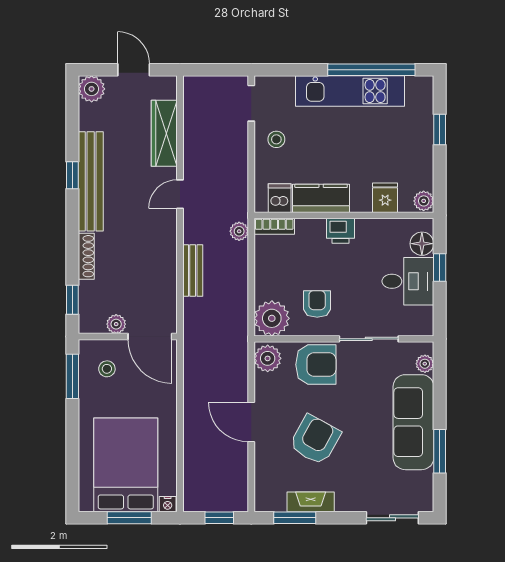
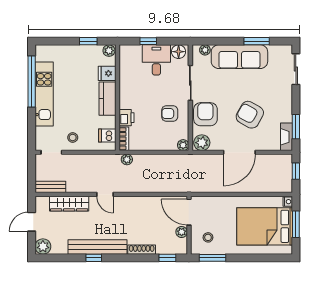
window: (440, 129) -> (88, 41), moved
kitchen counter: (321, 198) -> (107, 99), moved
printer: (341, 231) -> (127, 118), moved
floor lamp: (422, 244) -> (179, 52), moved
bench: (193, 271) -> (50, 187), moved
plant: (272, 318) -> (183, 145), width x0.53, depth x0.53
door: (150, 337) -> (189, 212), swing flipped
door: (251, 422) -> (239, 152), width x1.36
fireplace: (311, 502) -> (286, 137), moved

